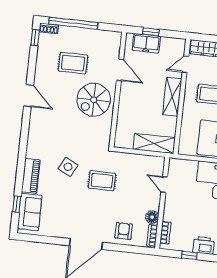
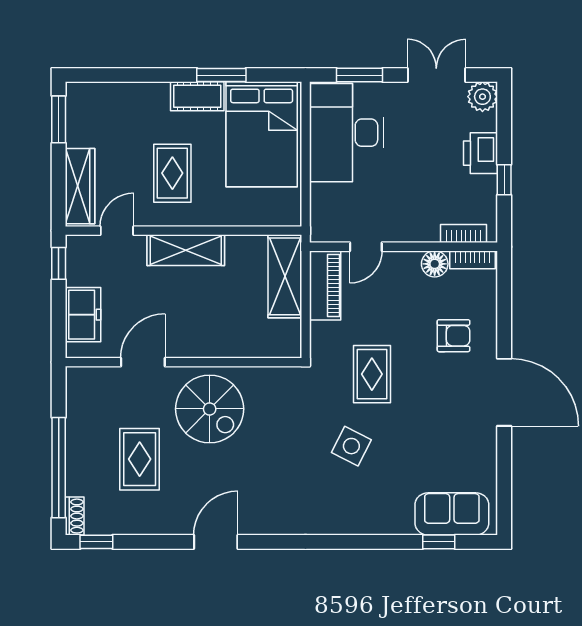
window: (151, 32) -> (59, 263), moved
door: (185, 64) -> (117, 231), swing flipped
piano: (31, 176) -> (325, 285), moved, turned 90
armchair: (124, 231) -> (454, 336), moved, turned 180

